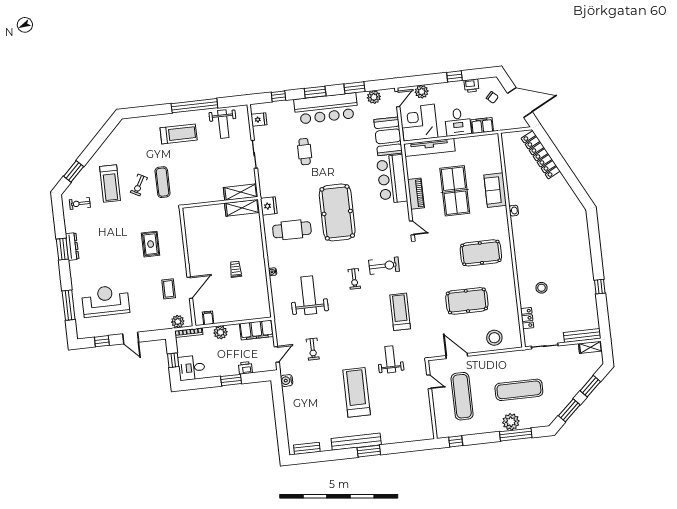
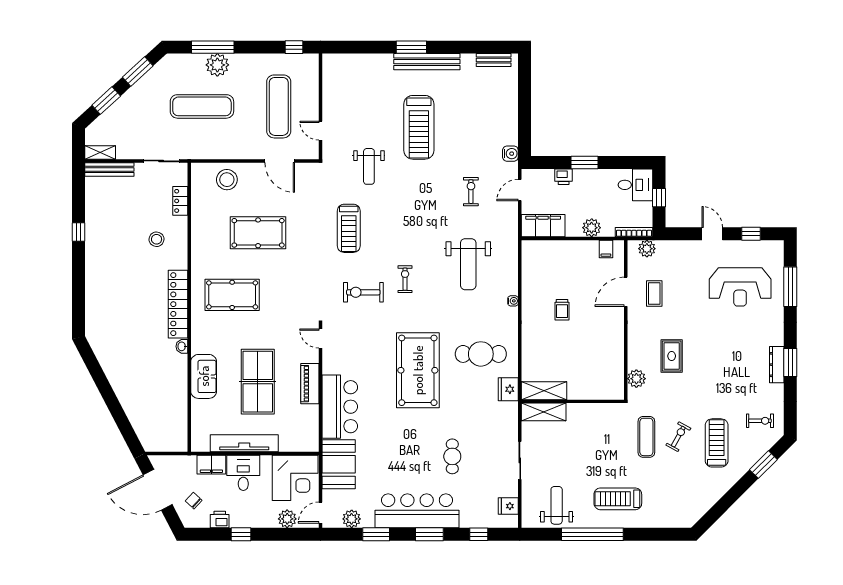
tv unit: (429, 147) -> (244, 443), moved
locker: (541, 155) -> (178, 304), moved, turned -153
plant: (175, 224) -> (636, 379), added

